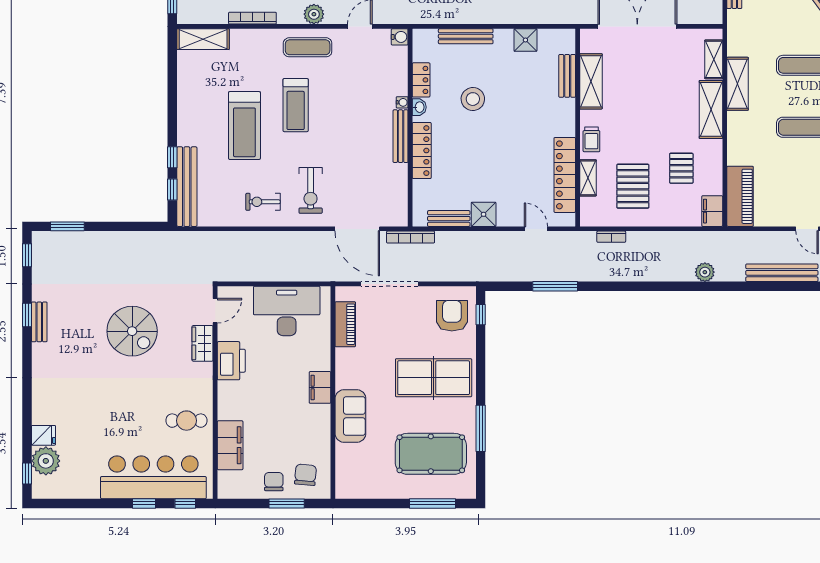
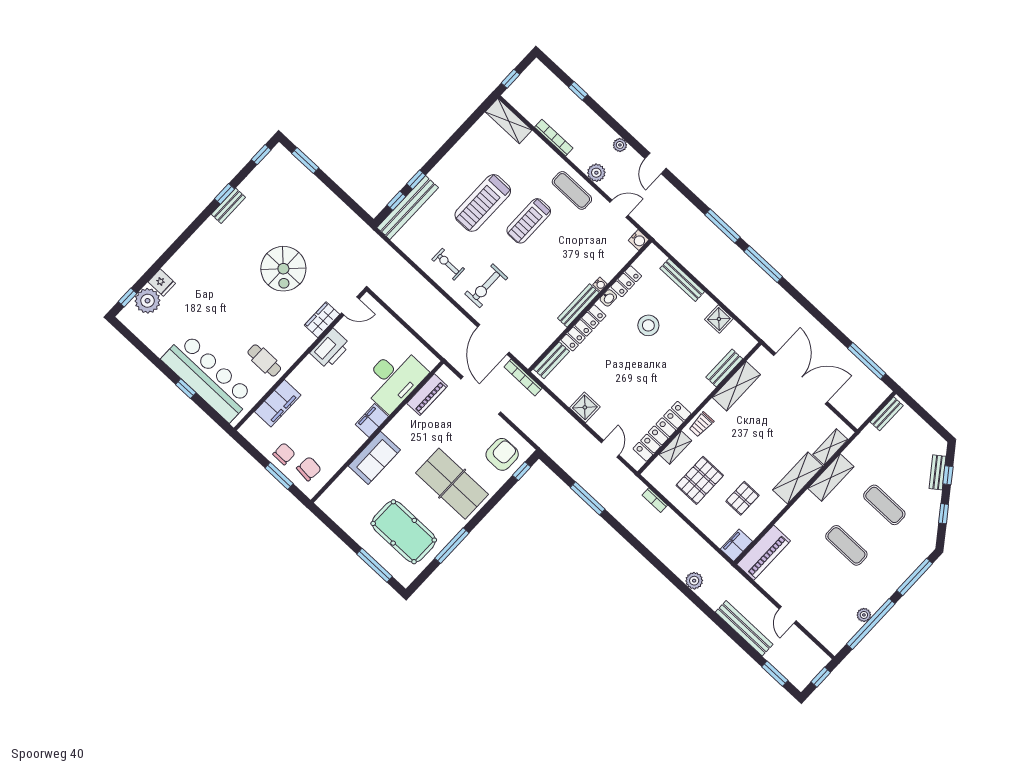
bench: (449, 219) -> (552, 360), moved, turned 90
desk: (287, 311) -> (394, 379), moved, turned 90
window: (185, 503) -> (213, 414), removed

